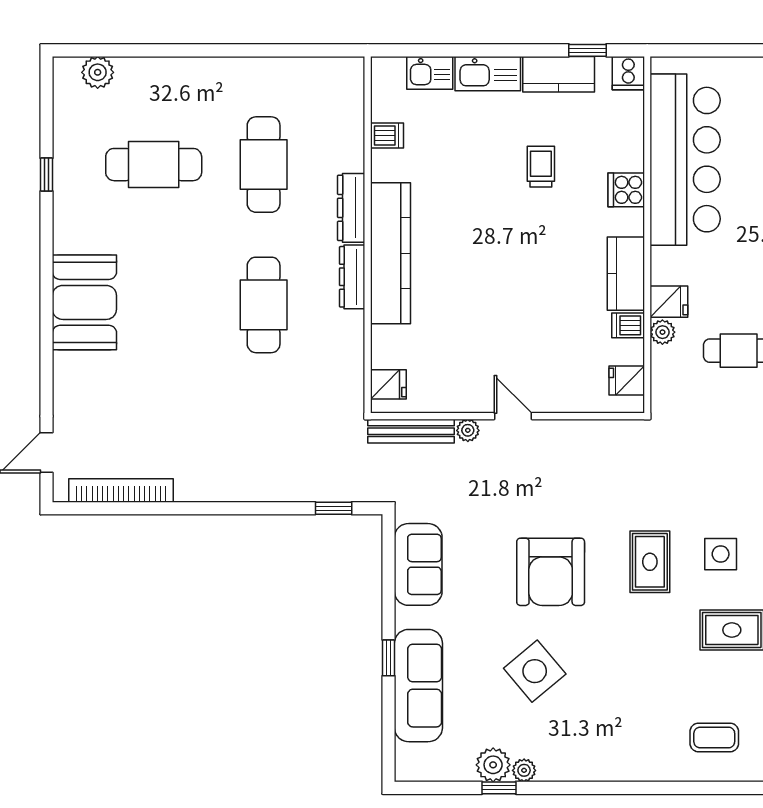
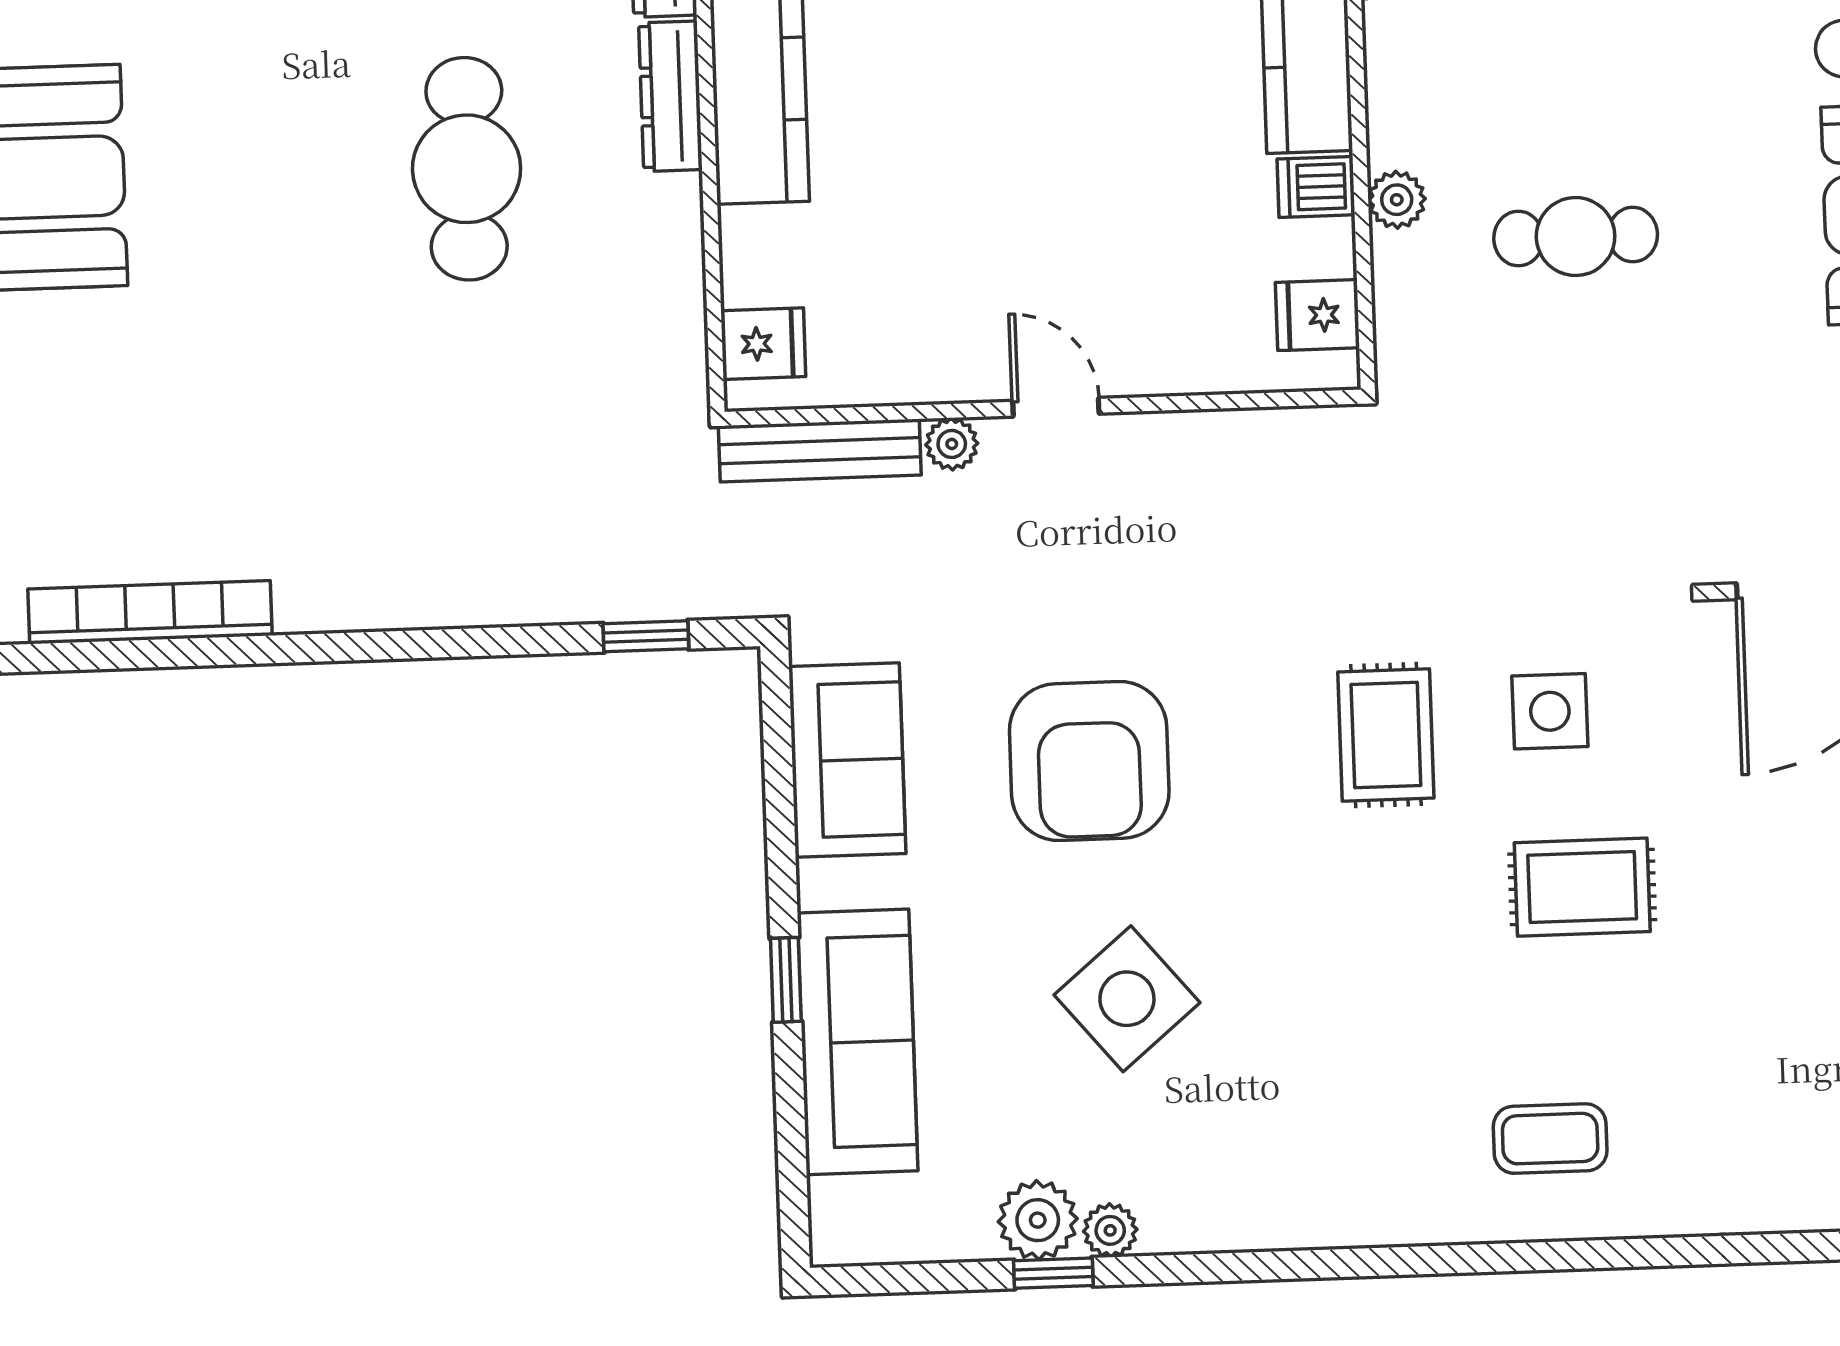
fridge: (669, 302) -> (1409, 128), removed
armchair: (551, 572) -> (1089, 761), moved

